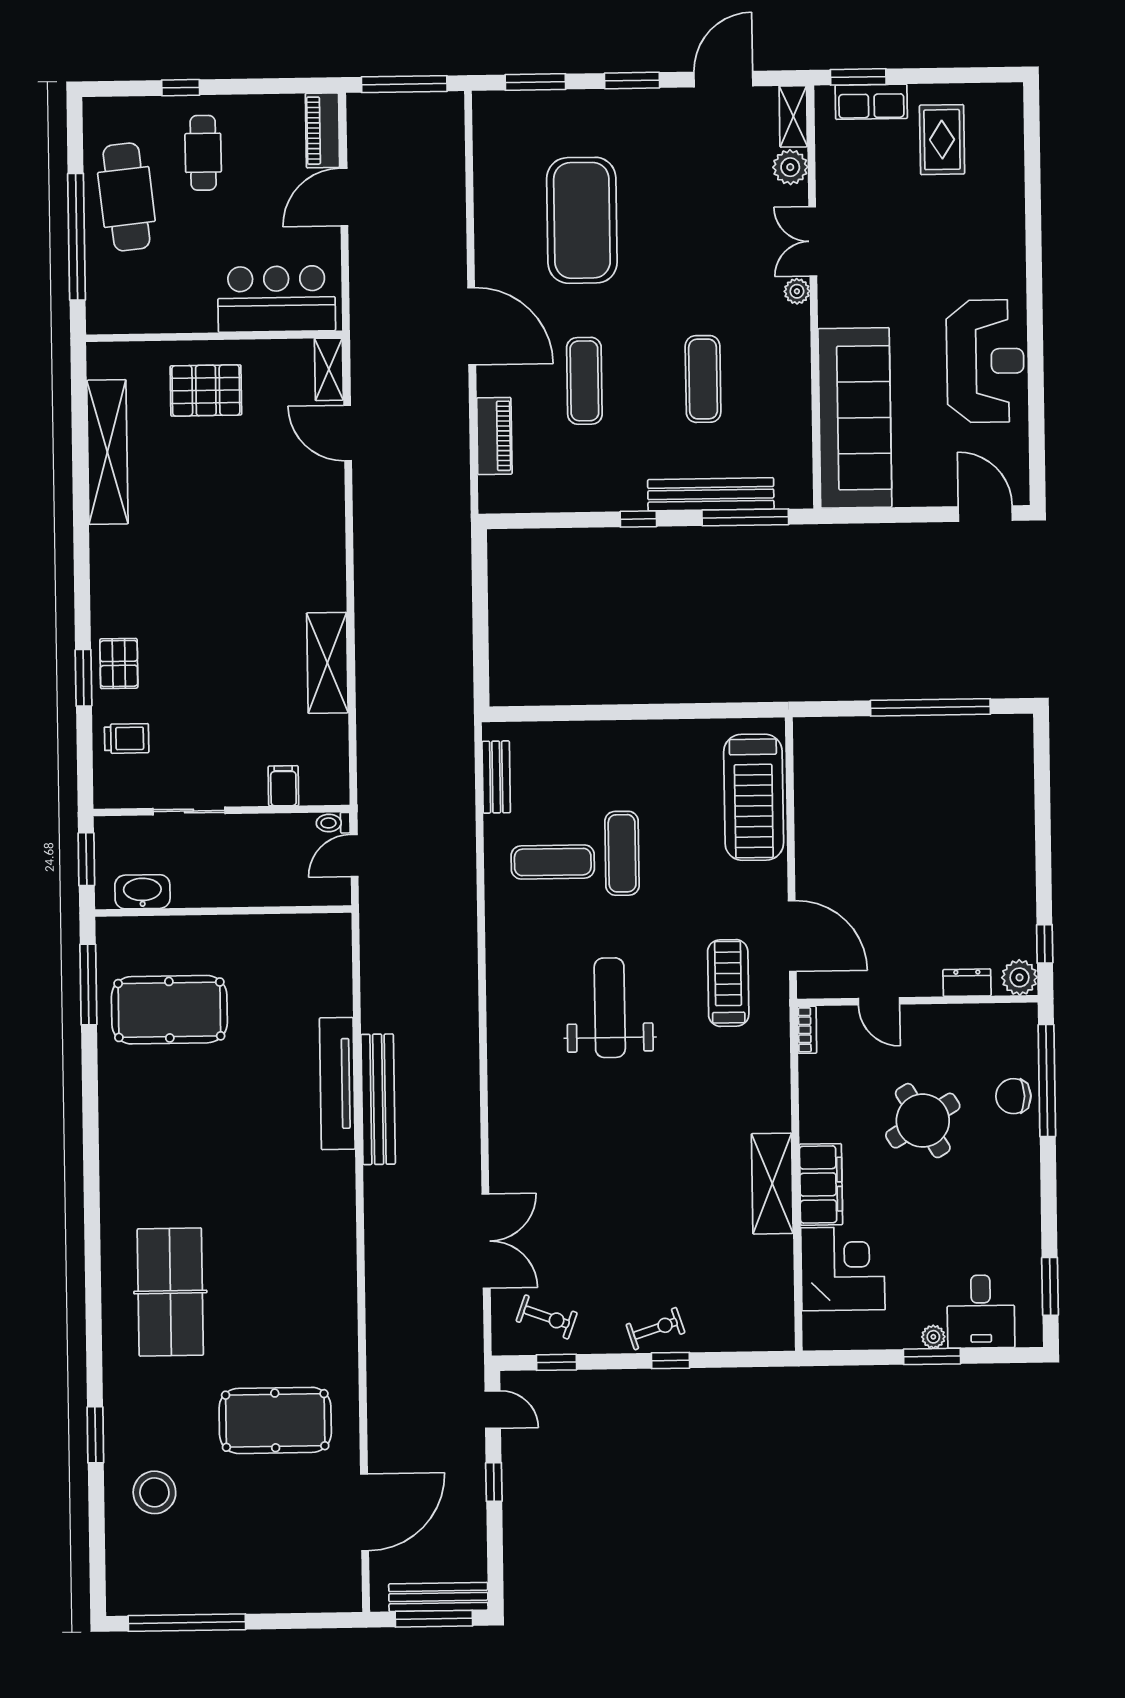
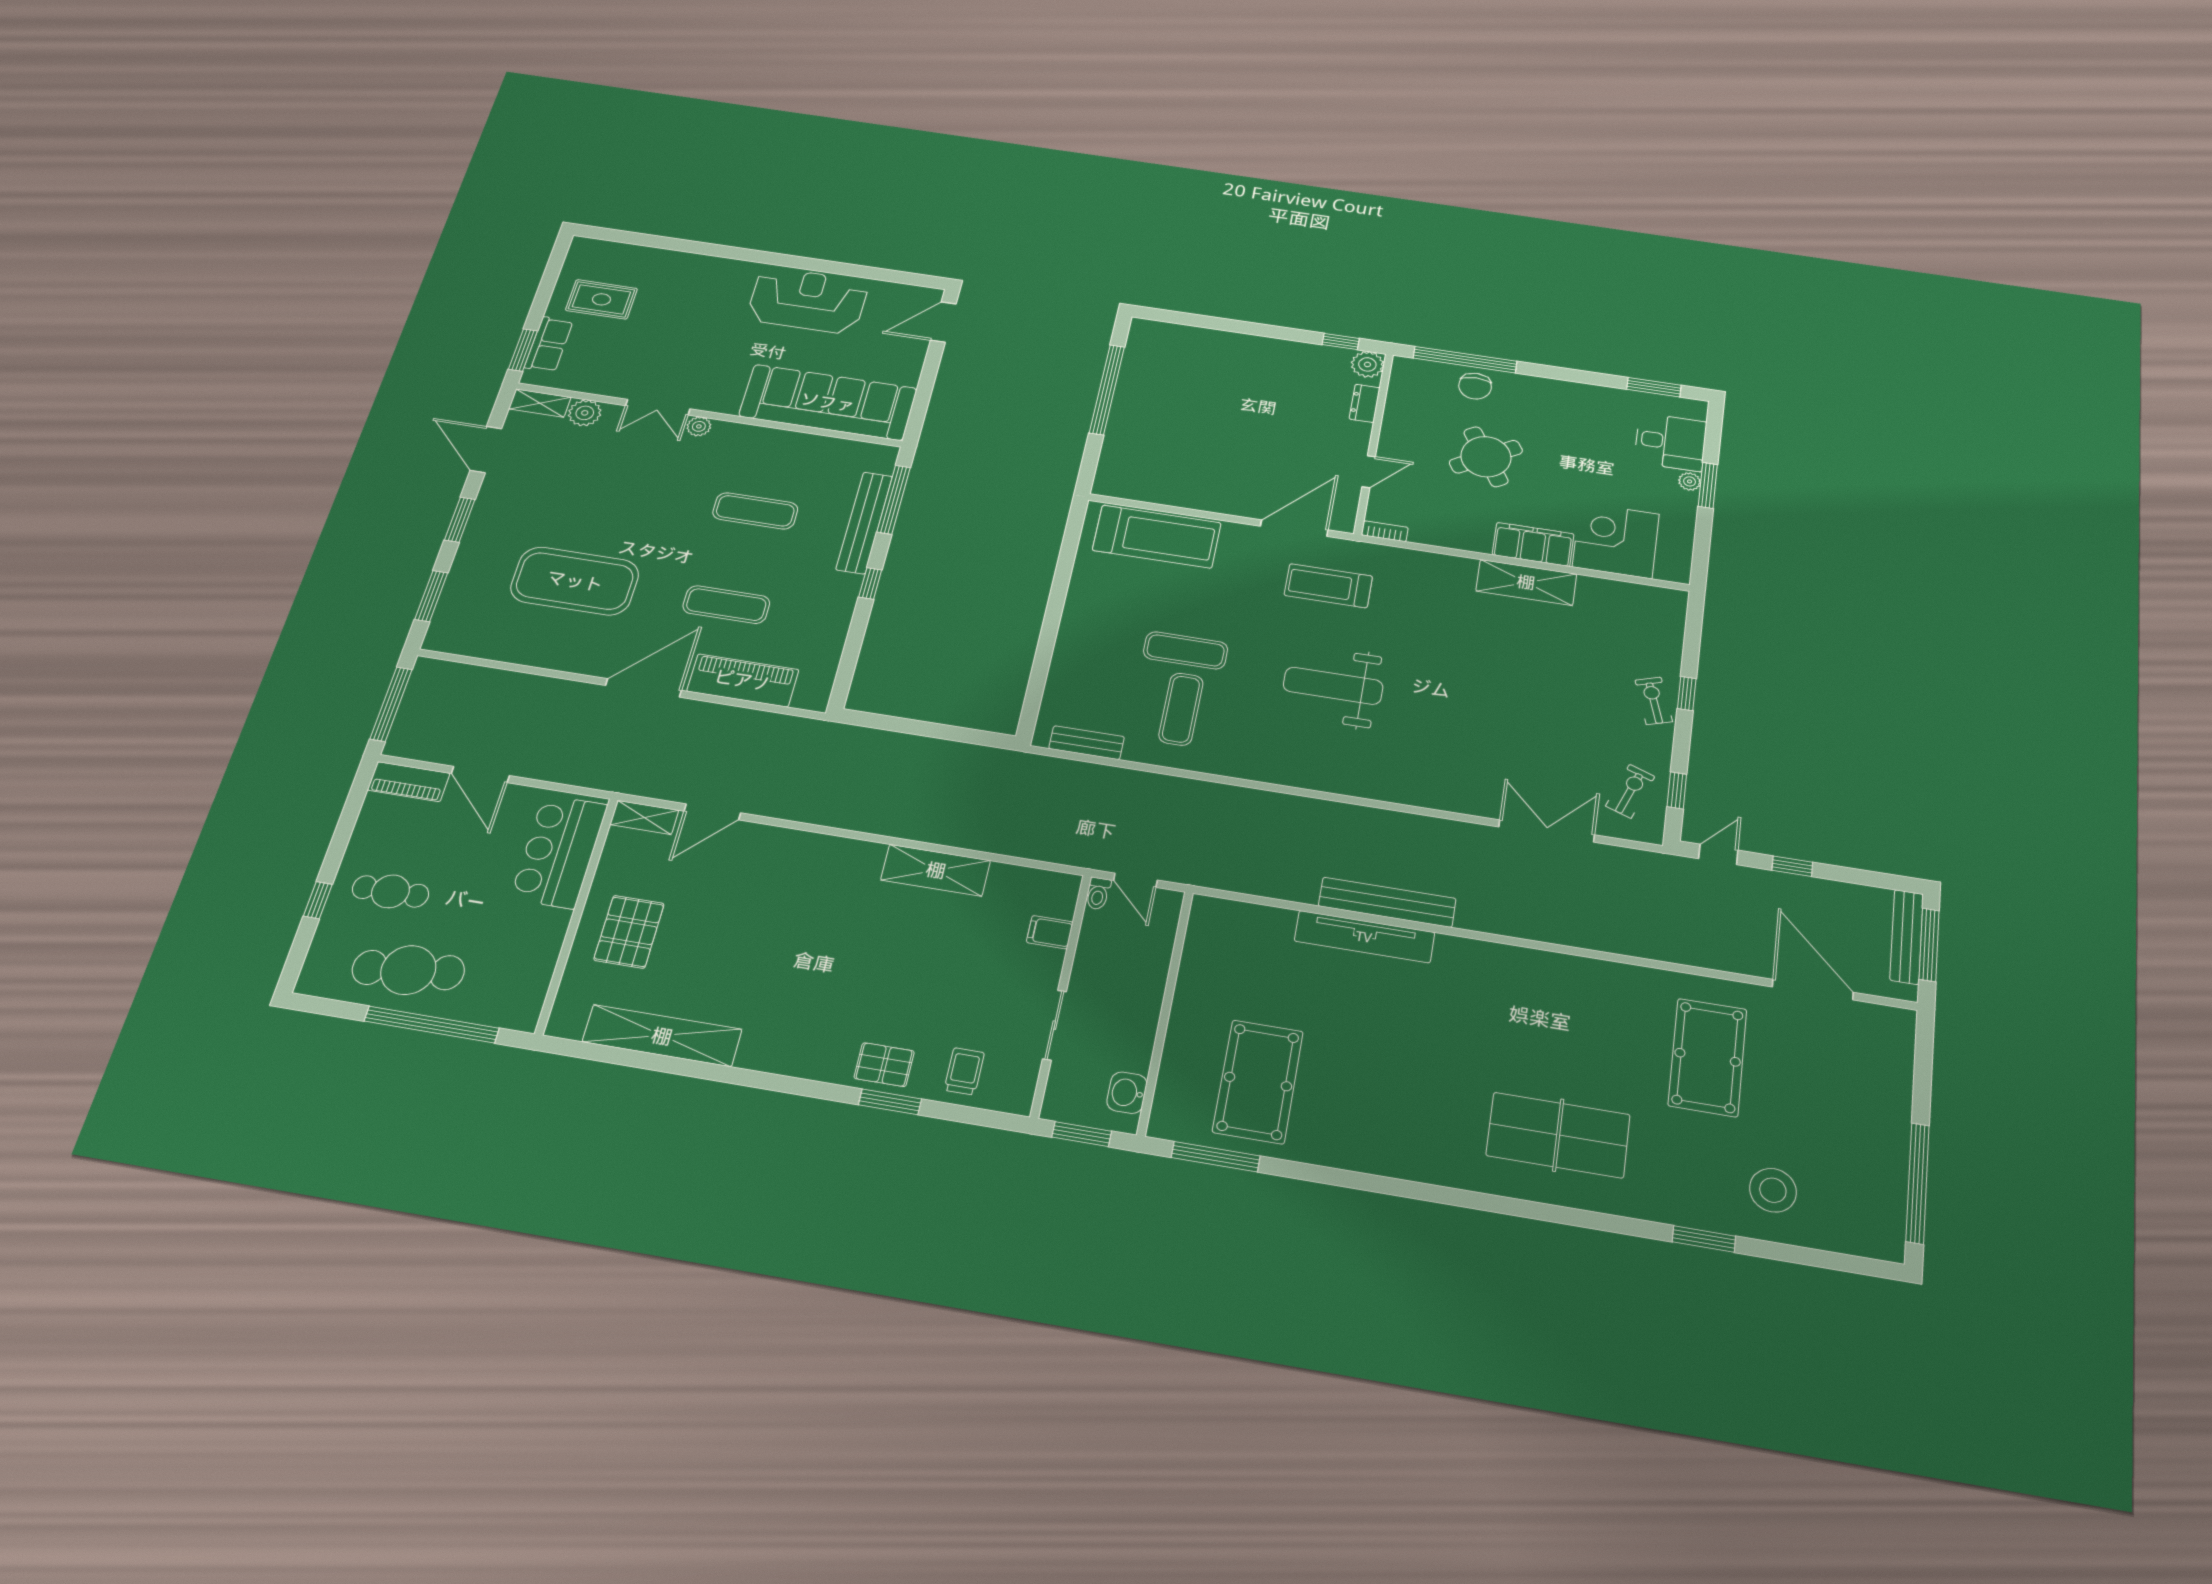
piano: (494, 436) -> (743, 680), width x1.37, depth x1.33
washbasin: (142, 892) -> (1127, 1093), width x0.72

